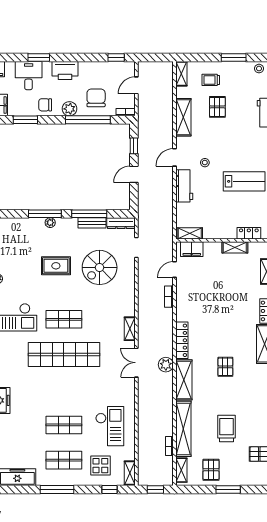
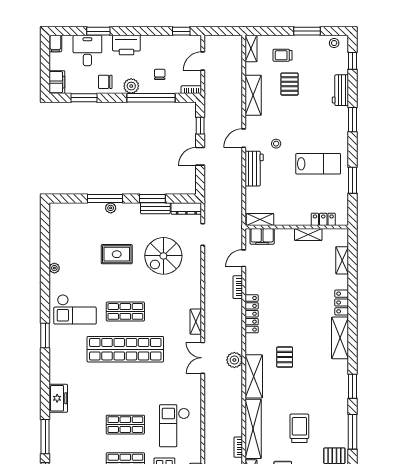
chair: (96, 98) -> (160, 74), width x0.54, depth x0.54
window: (89, 214) -> (152, 198), width x0.69
locker: (182, 340) -> (252, 314), moved
pallet: (225, 367) -> (285, 357), moved
checkout: (110, 426) -> (174, 426), turned 180

